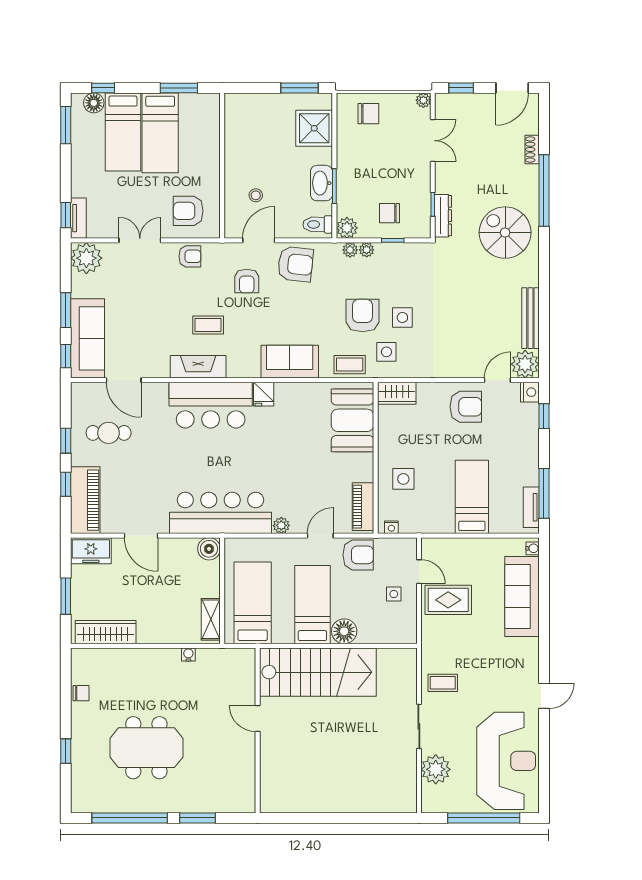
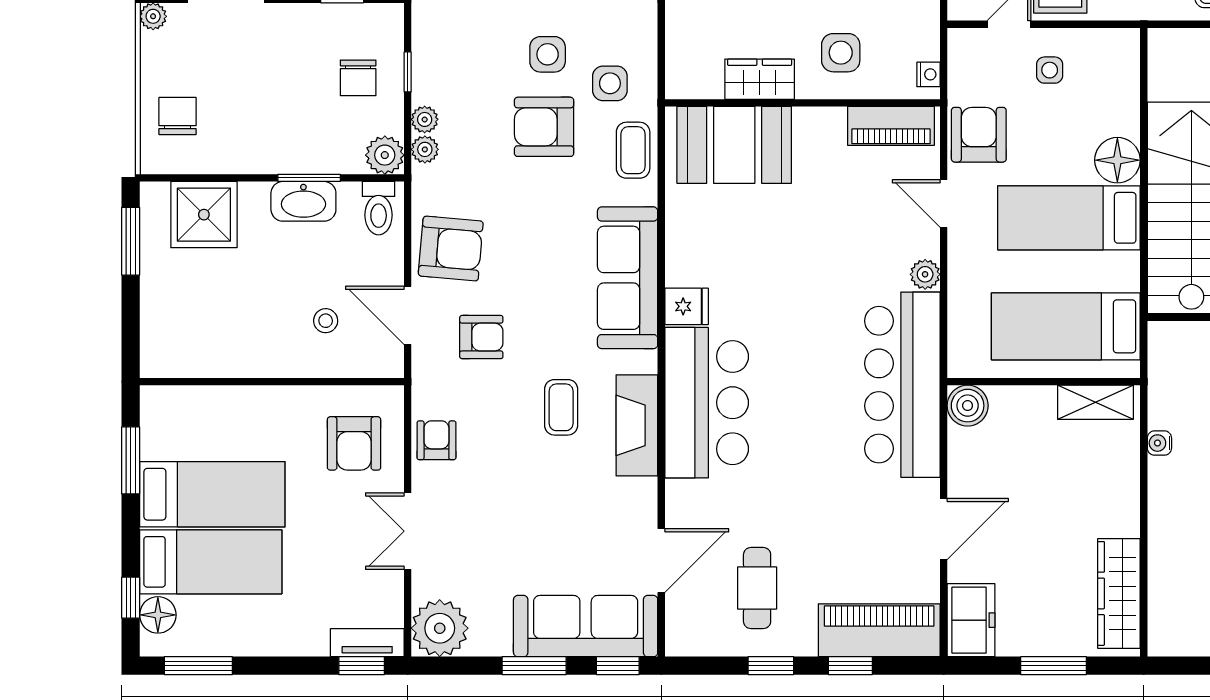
armchair: (295, 264) -> (451, 249), turned 89
sofa: (290, 362) -> (628, 278), width x1.36
wardrobe: (397, 393) -> (760, 79), moved, turned -90

